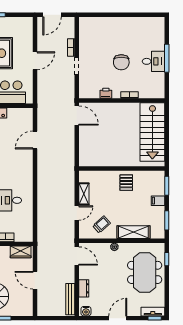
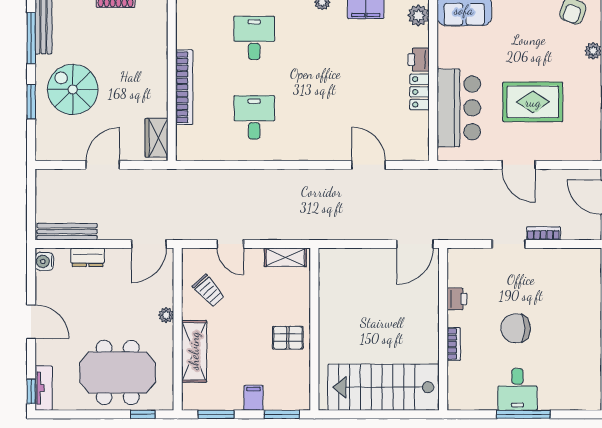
shelving: (84, 194) -> (285, 257), moved

